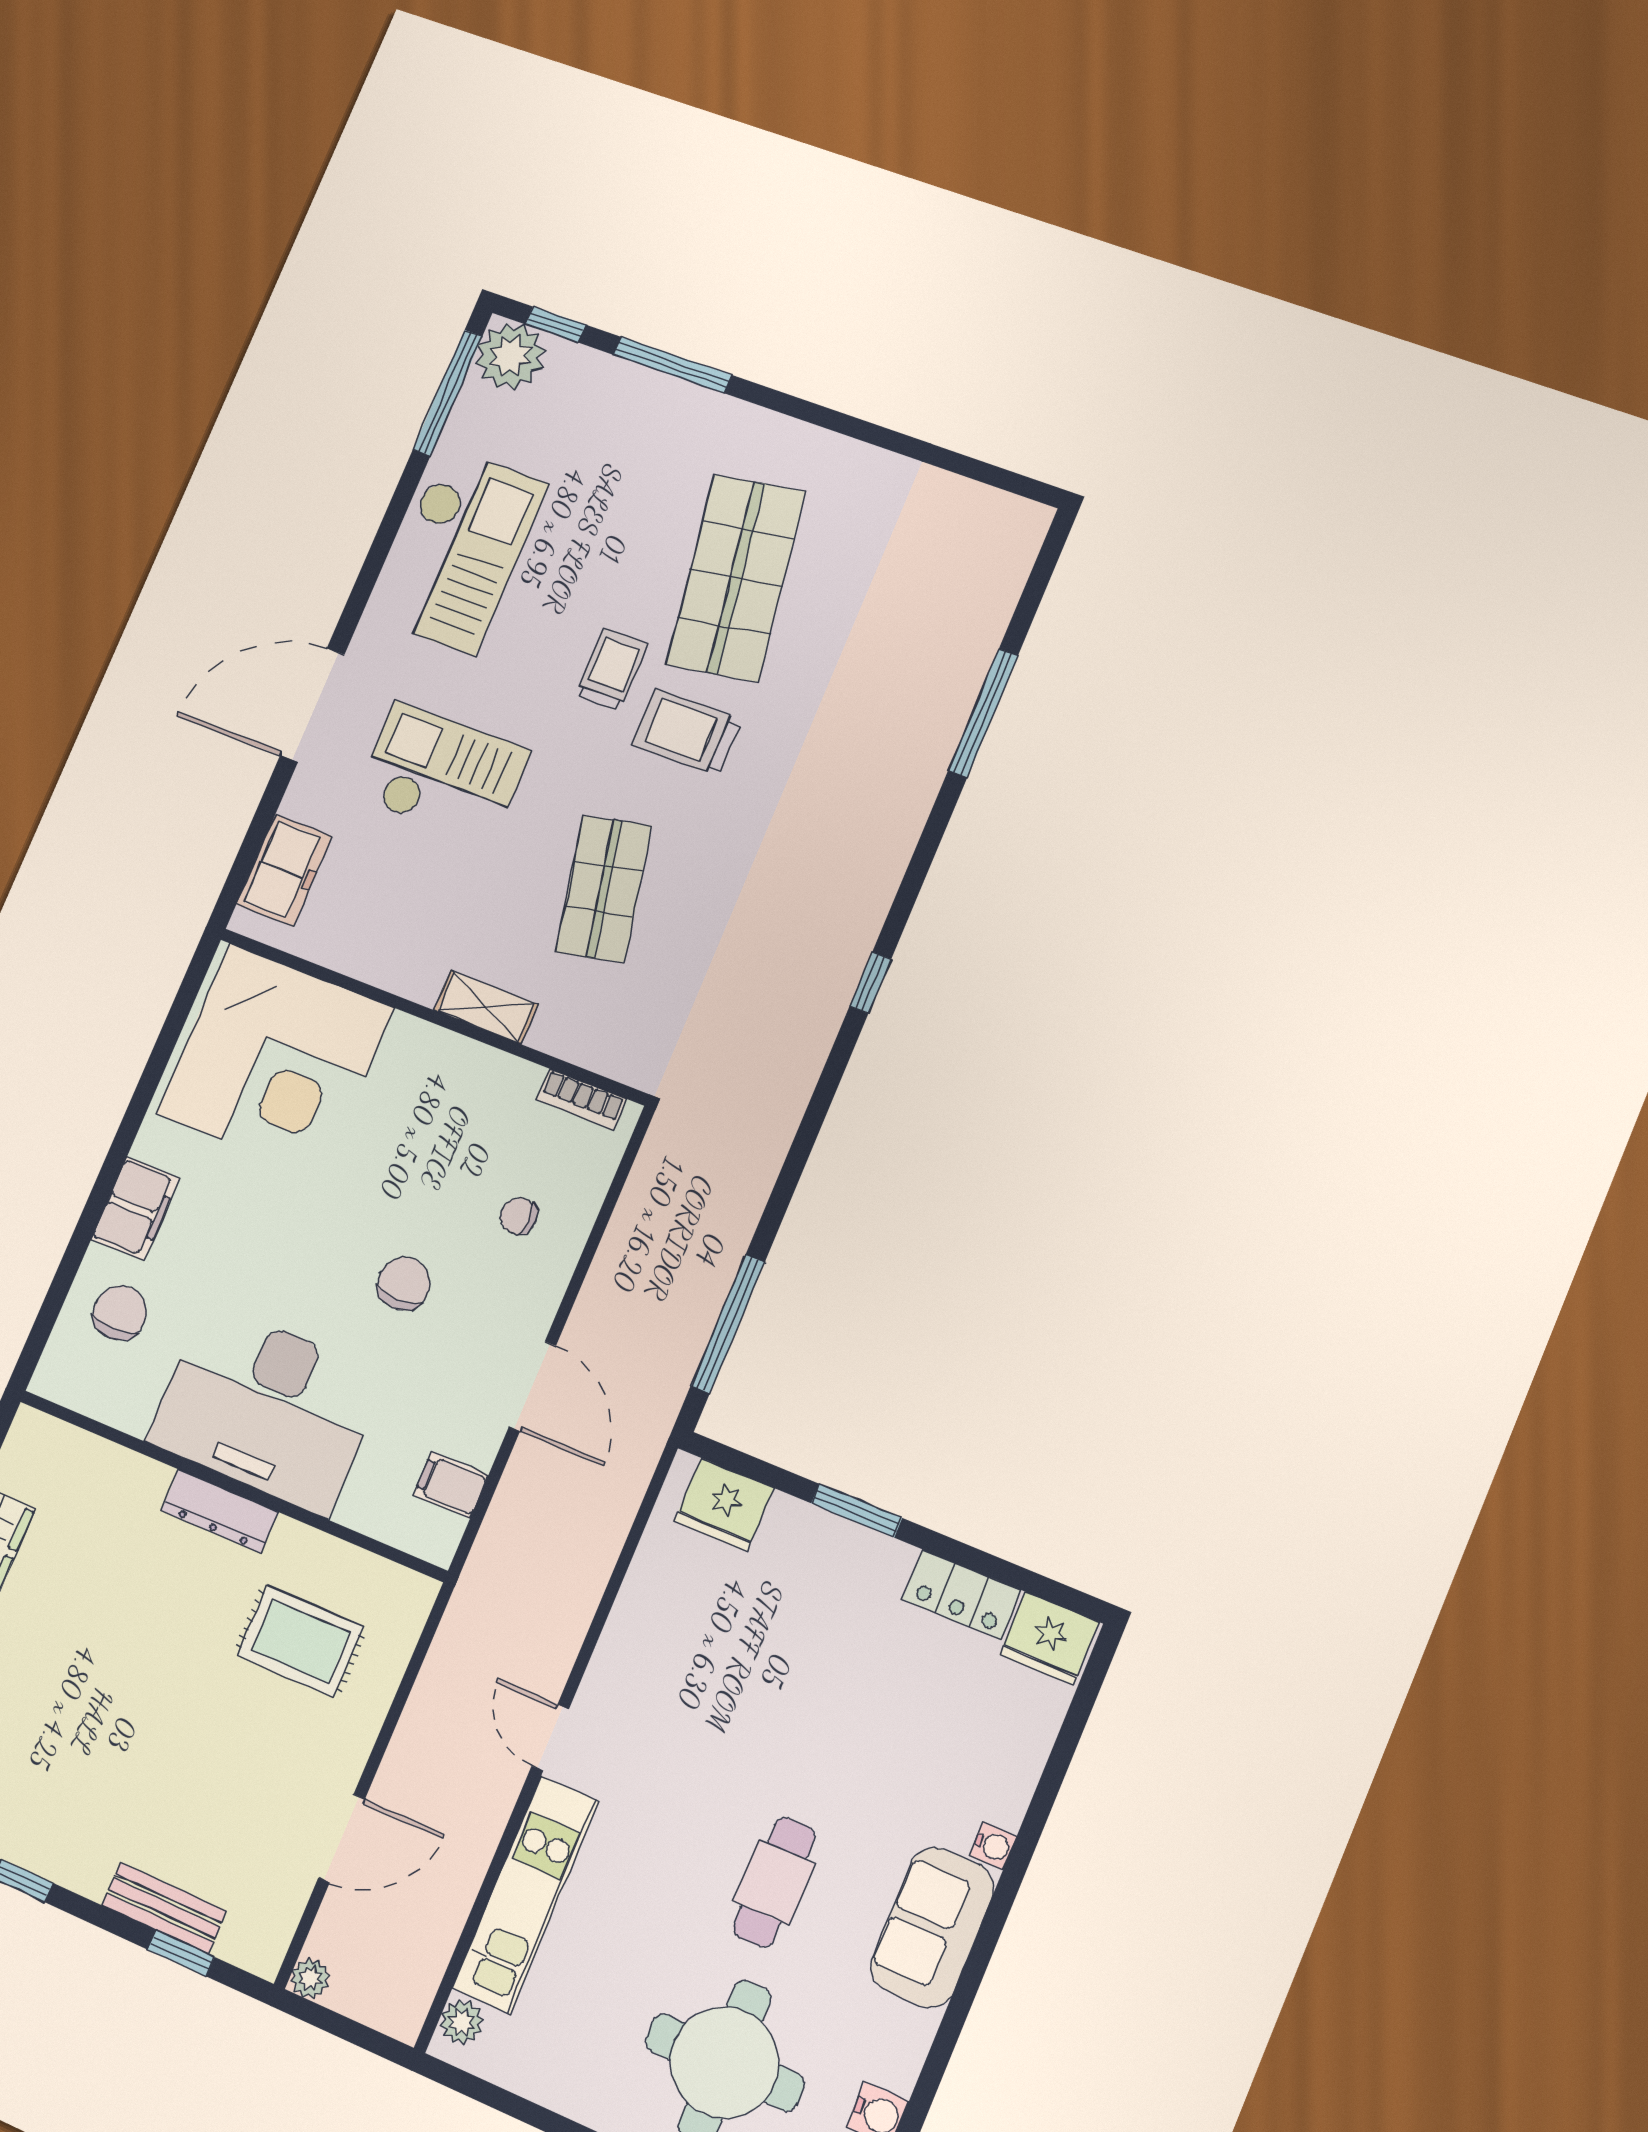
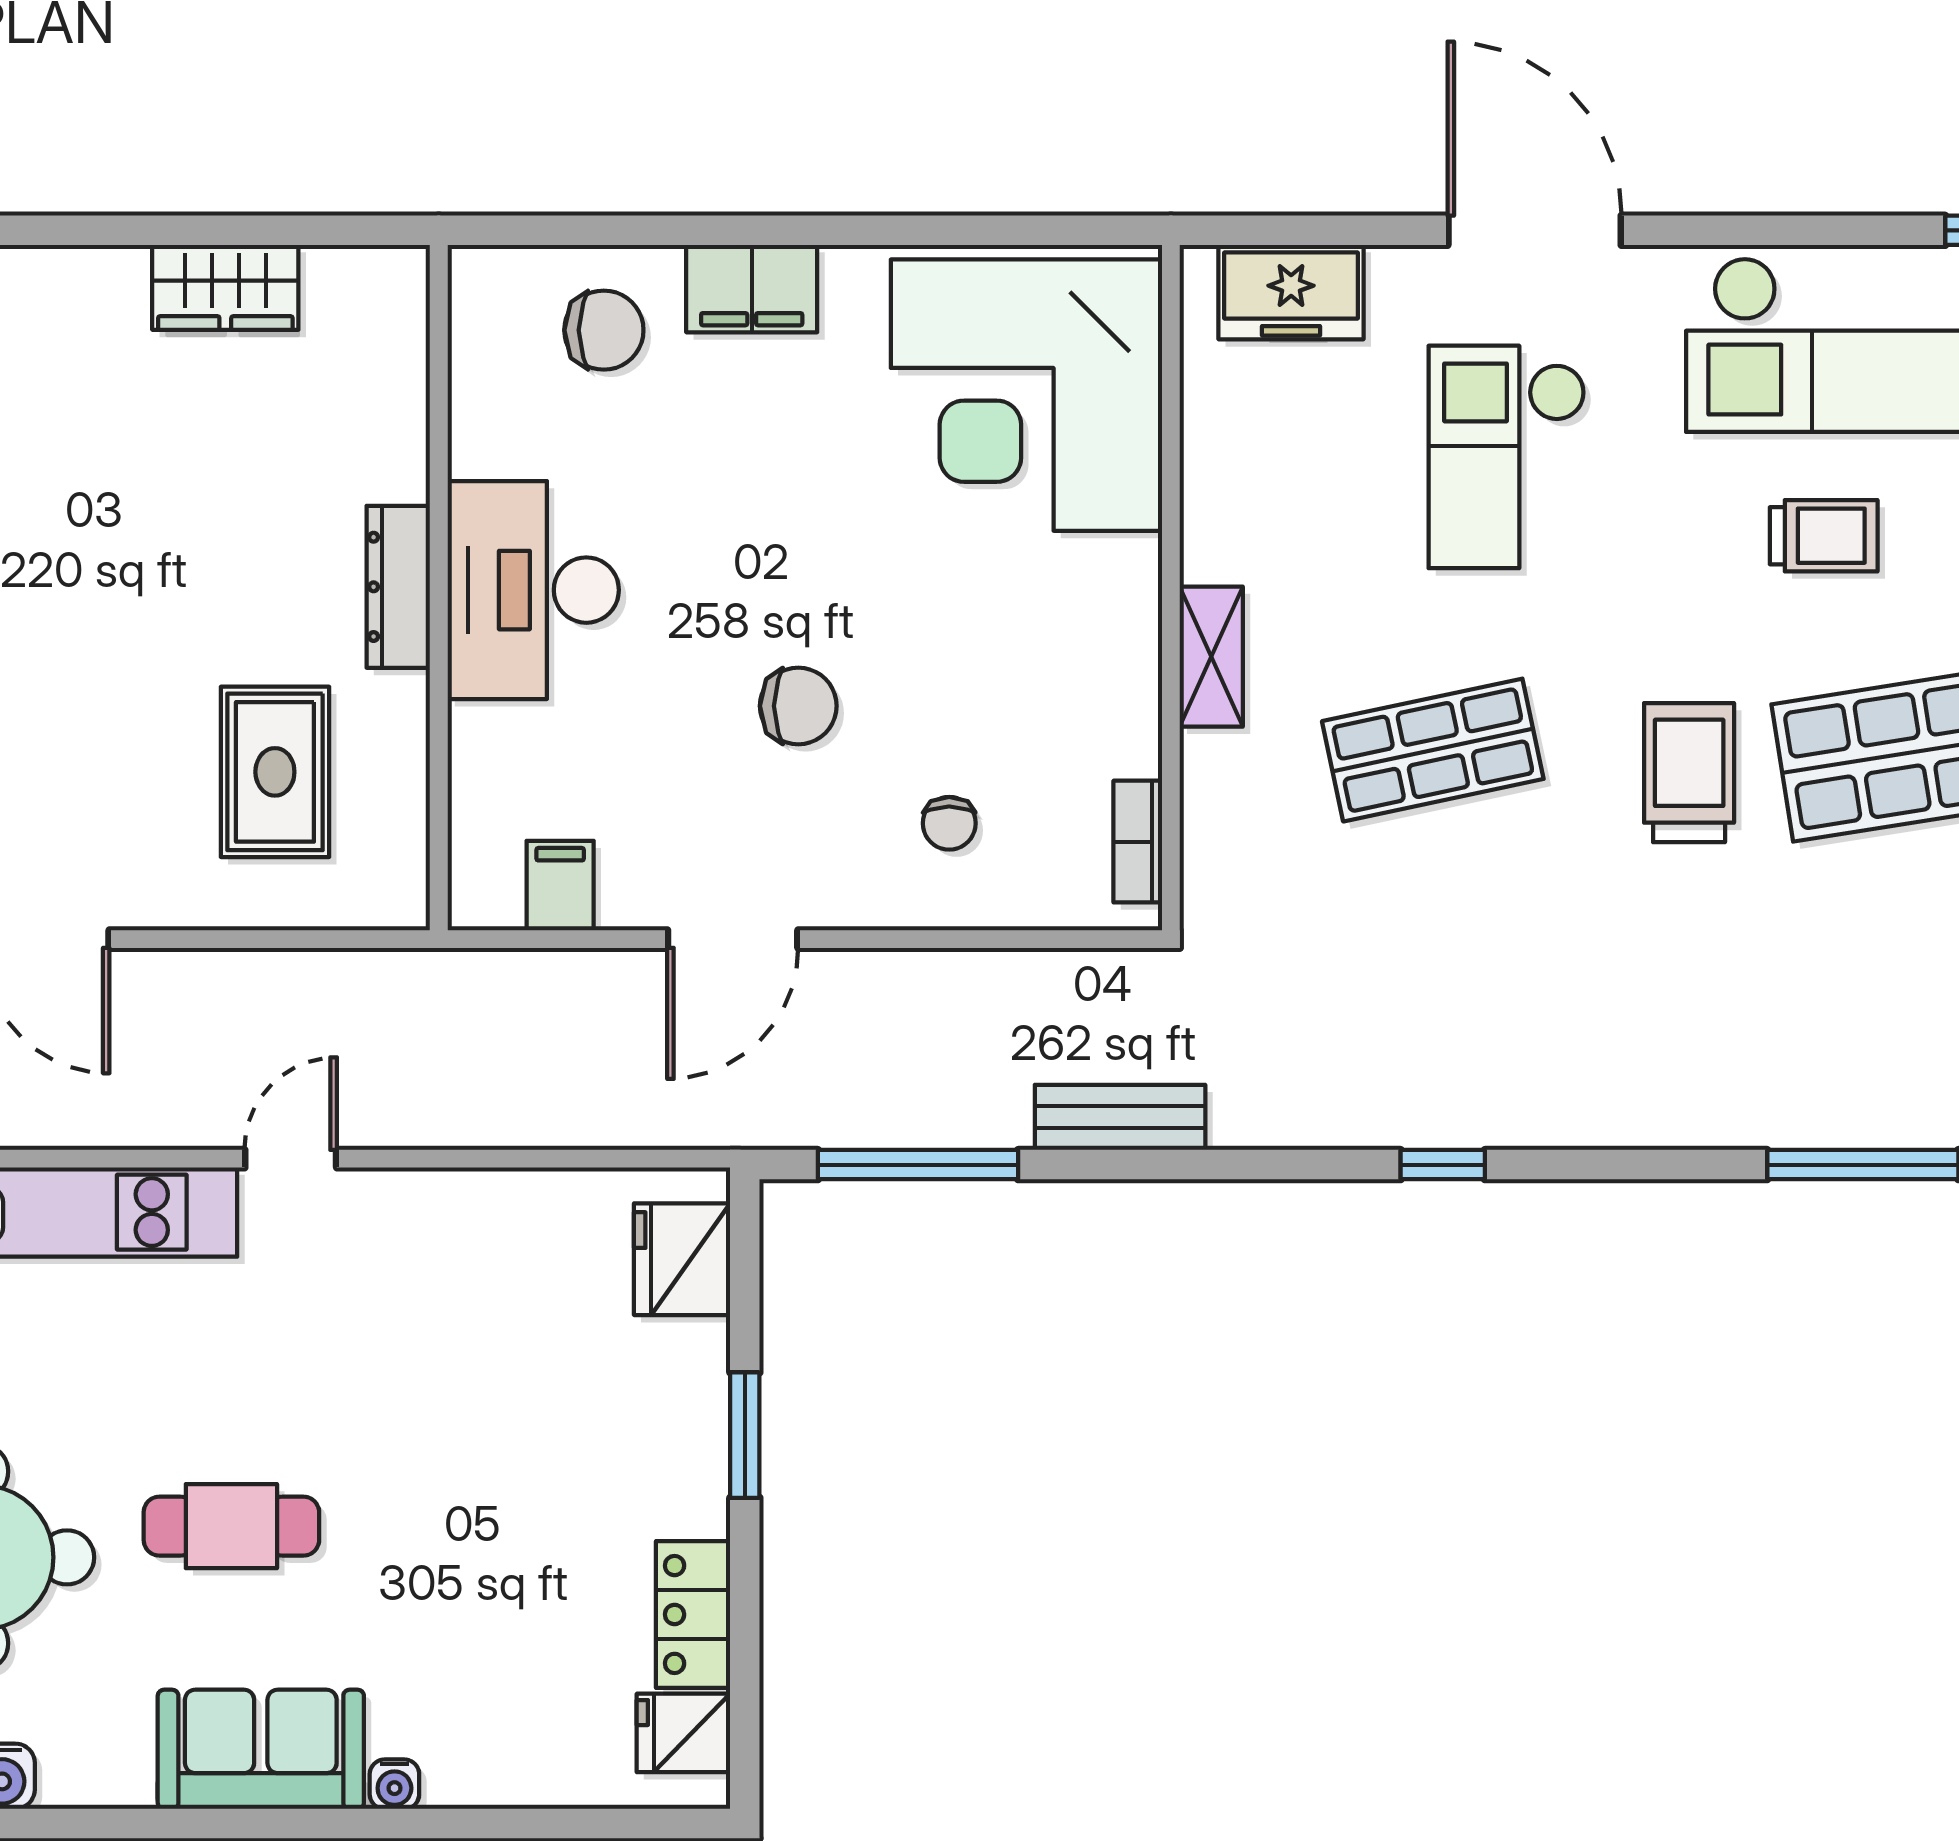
trolley: (612, 669) -> (1824, 536), moved
checkout: (442, 774) -> (1507, 457), turned 180
bench: (752, 1180) -> (1120, 1117), added
chair: (519, 1216) -> (949, 823), turned 180
desk: (266, 1408) -> (533, 590), width x0.73, depth x0.77
fridge: (1049, 1638) -> (683, 1733), width x0.72

